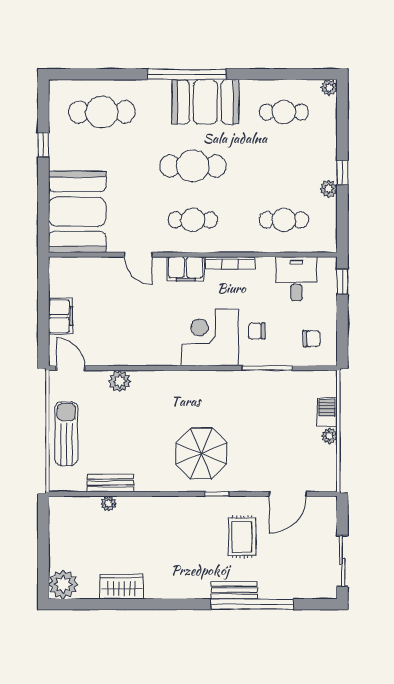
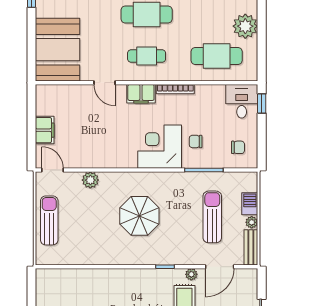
window: (342, 173) -> (262, 20), removed
plant: (329, 189) -> (245, 26), width x1.88, depth x1.88
cafe table: (284, 220) -> (217, 56), width x1.37, depth x1.35
desk: (296, 279) -> (242, 101), moved
sun lounger: (278, 429) -> (212, 217), added
parasol: (201, 453) -> (139, 216), moved
bench: (110, 483) -> (251, 247), moved, turned 90
plant: (109, 504) -> (191, 274), moved

